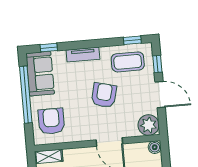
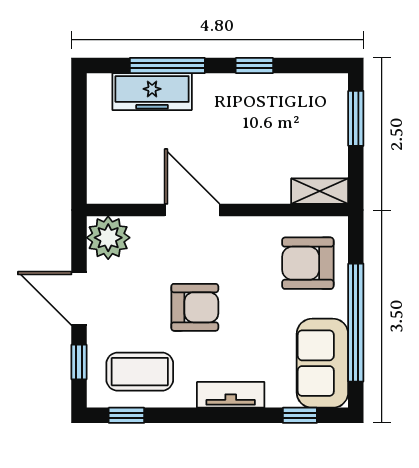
armchair: (104, 95) -> (195, 307), turned -104
armchair: (51, 121) -> (308, 263), turned 90
boiler: (155, 147) -> (100, 191), removed

